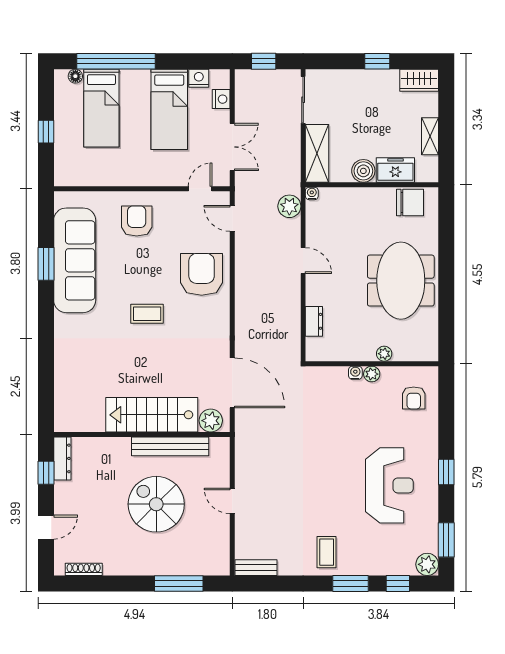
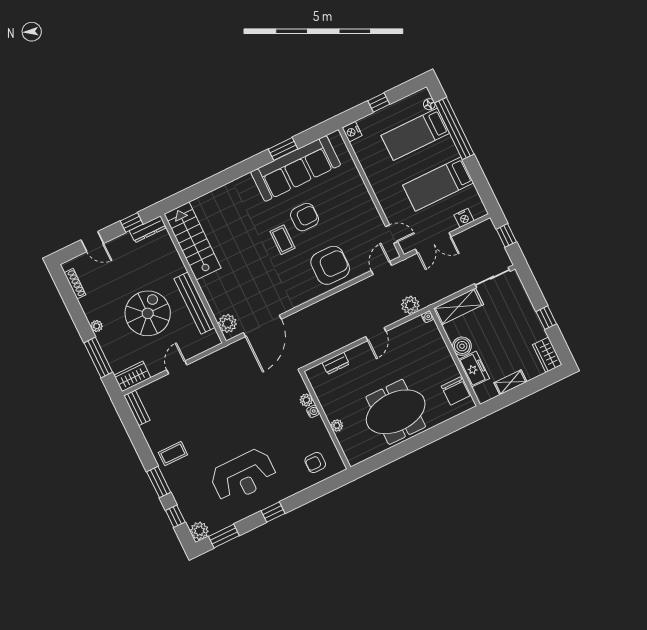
nightstand: (199, 78) -> (352, 132), moved, turned 180
armchair: (137, 221) -> (305, 217), moved
plant: (372, 374) -> (306, 400), moved
stairs: (152, 415) -> (193, 241), moved
wardrobe: (218, 556) -> (132, 376), added
plant: (143, 568) -> (97, 326), added

